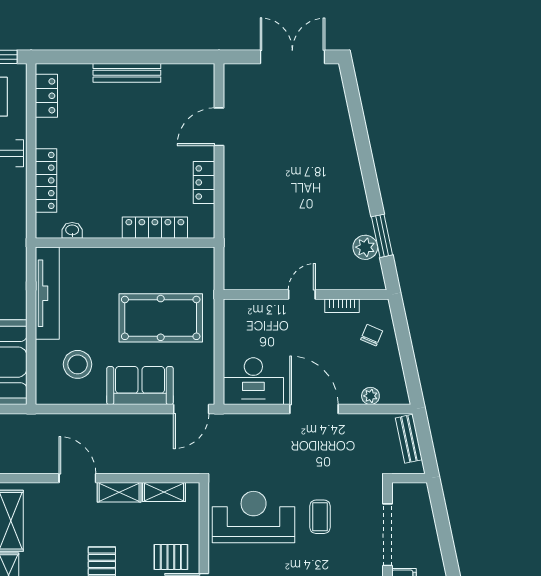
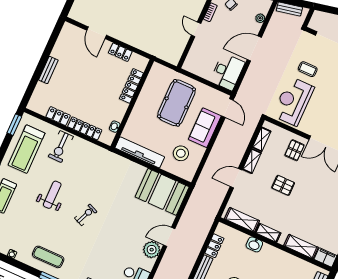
bench: (127, 73) -> (48, 70), width x0.73
locker: (46, 96) -> (58, 116), moved

